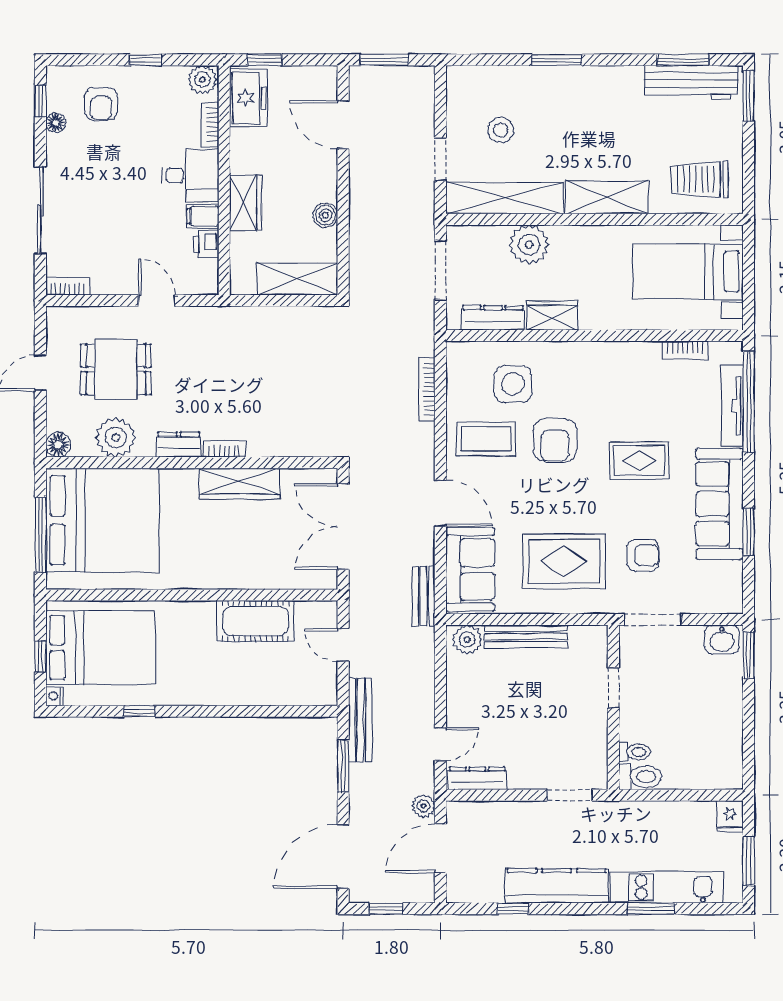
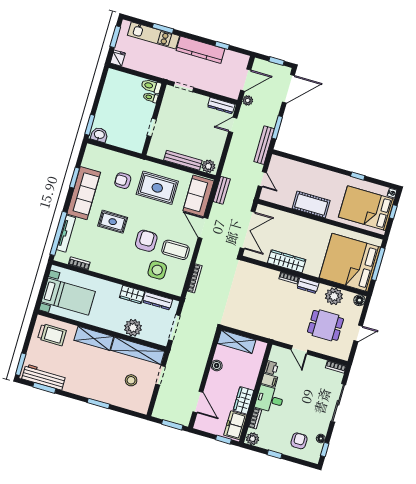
wardrobe: (246, 203) -> (244, 400), moved
doorway: (653, 619) -> (126, 152), removed
cot: (255, 621) -> (311, 205), moved

